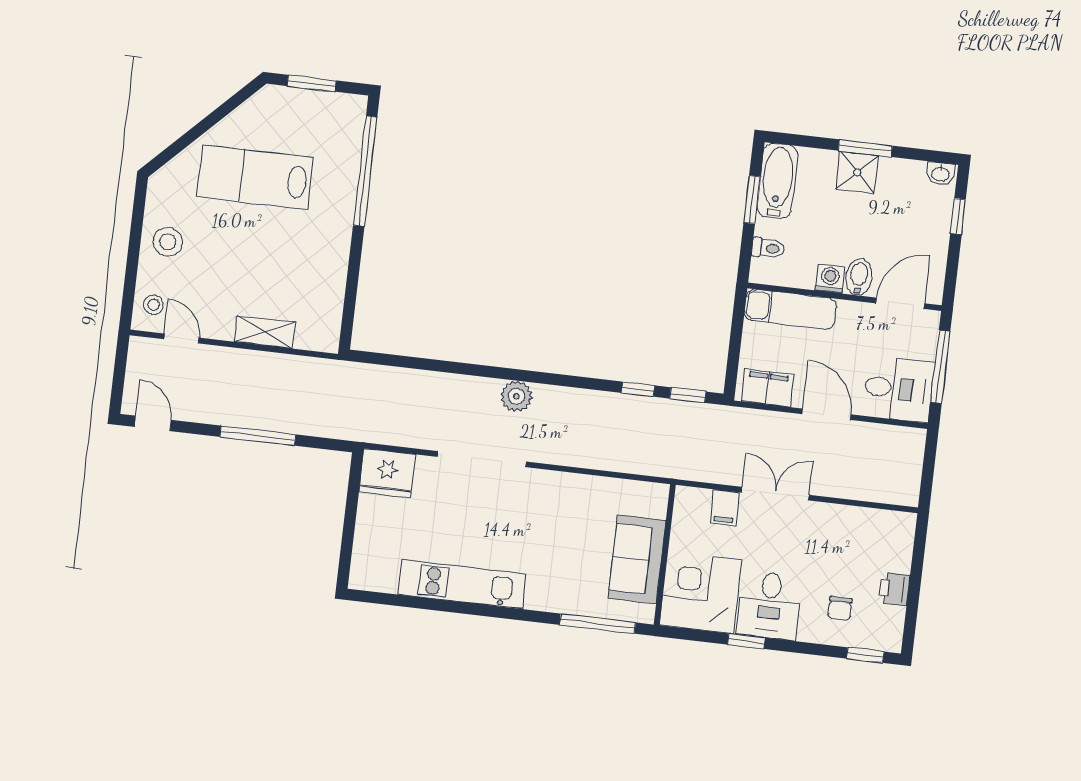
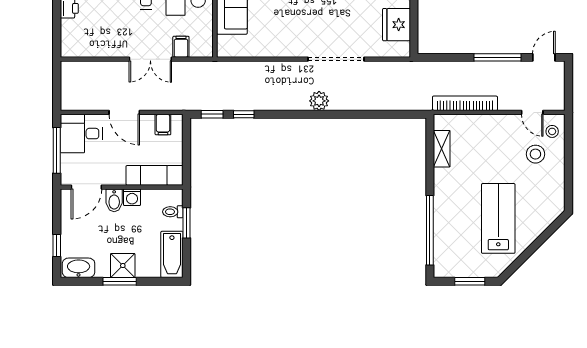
washbasin: (940, 174) -> (79, 268), width x1.91, depth x1.45
lab bench: (255, 177) -> (498, 218), turned -90
window: (752, 200) -> (186, 223), moved
stool: (168, 242) -> (535, 154), moved
shelving: (265, 332) -> (442, 149), moved, turned 90
bookcase: (286, 365) -> (465, 103), added
filing cabinet: (768, 388) -> (163, 125), width x0.50
door: (153, 423) -> (544, 57), swing flipped
window: (258, 436) -> (497, 57), moved
fridge: (387, 473) -> (397, 25), moved, turned -90

